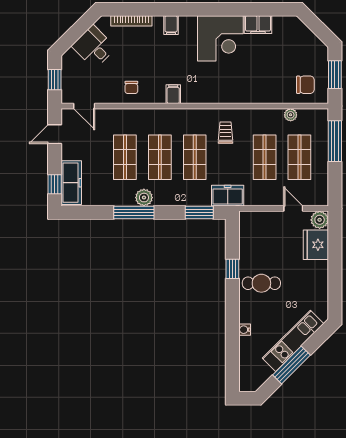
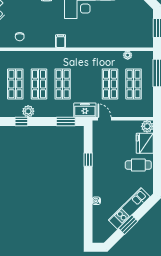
chair: (305, 85) -> (138, 35), removed
filing cabinet: (173, 94) -> (61, 41), moved
trolley: (226, 133) -> (83, 67), removed
door: (293, 209) -> (105, 119), moved
window: (134, 213) -> (21, 121), width x0.46
cafe table: (261, 283) -> (138, 165), moved
window: (291, 365) -> (128, 225), width x0.69

